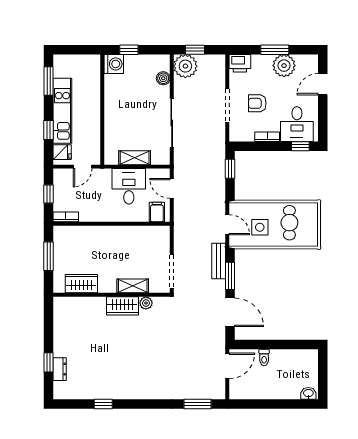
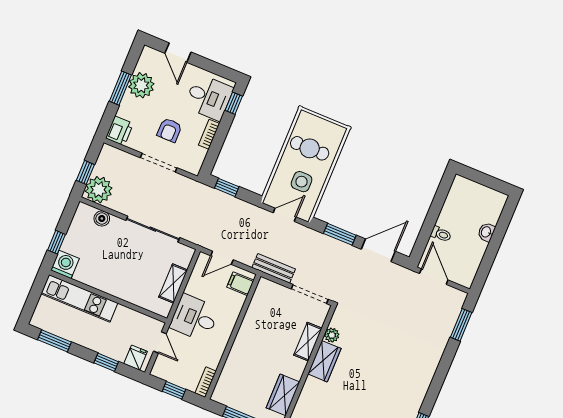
kitchen unit: (62, 111) -> (79, 298), moved, turned 180
desk: (129, 186) -> (194, 318), moved
bench: (219, 261) -> (274, 268), moved
washbasin: (308, 393) -> (486, 232), moved

